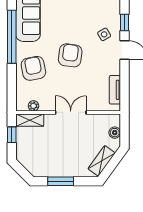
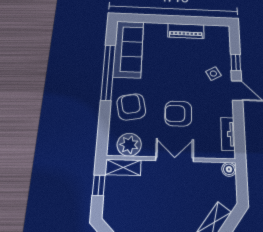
armchair: (70, 55) -> (178, 114), moved, turned -97
plant: (34, 106) -> (129, 145), width x1.87, depth x1.87
boiler: (115, 133) -> (229, 169), moved

